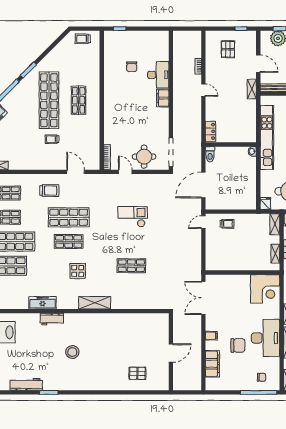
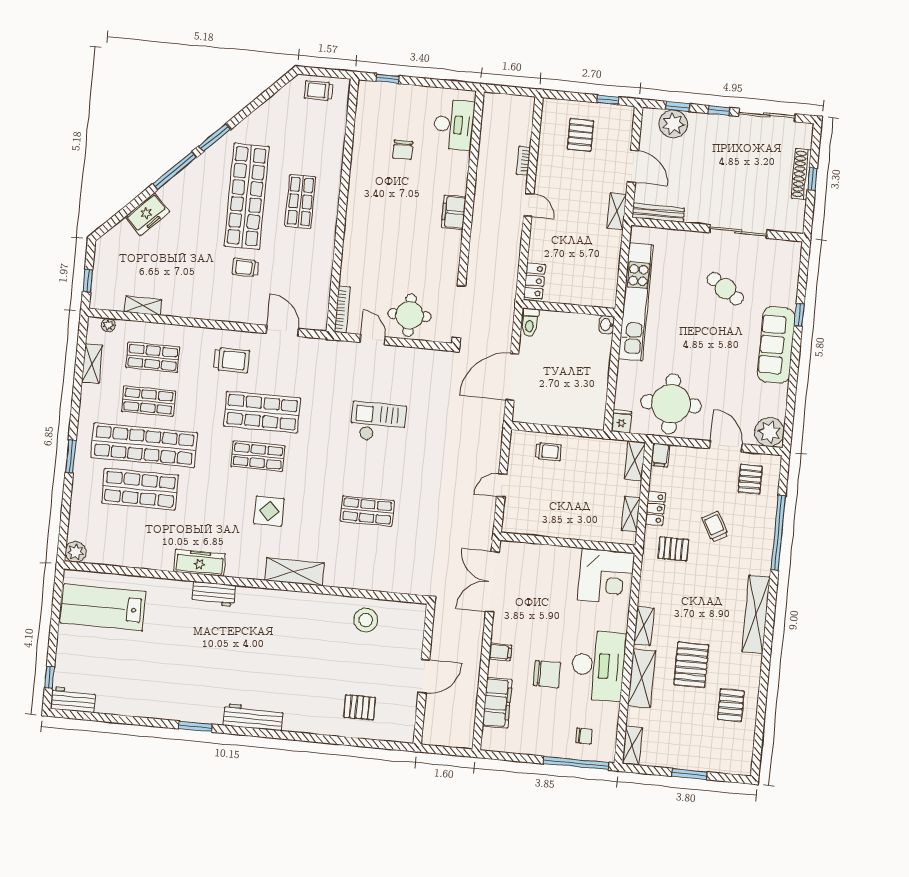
desk: (158, 75) -> (454, 125), moved
door: (203, 222) -> (502, 485), moved
stool: (72, 352) -> (366, 620), moved
workbench: (26, 384) -> (253, 717), moved

